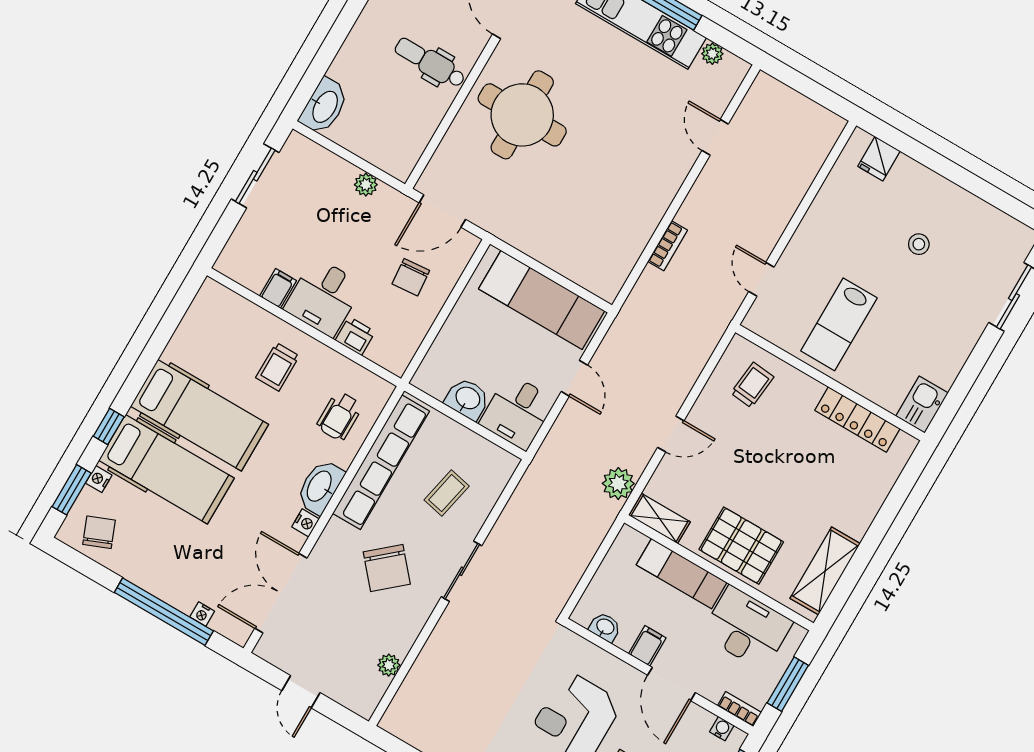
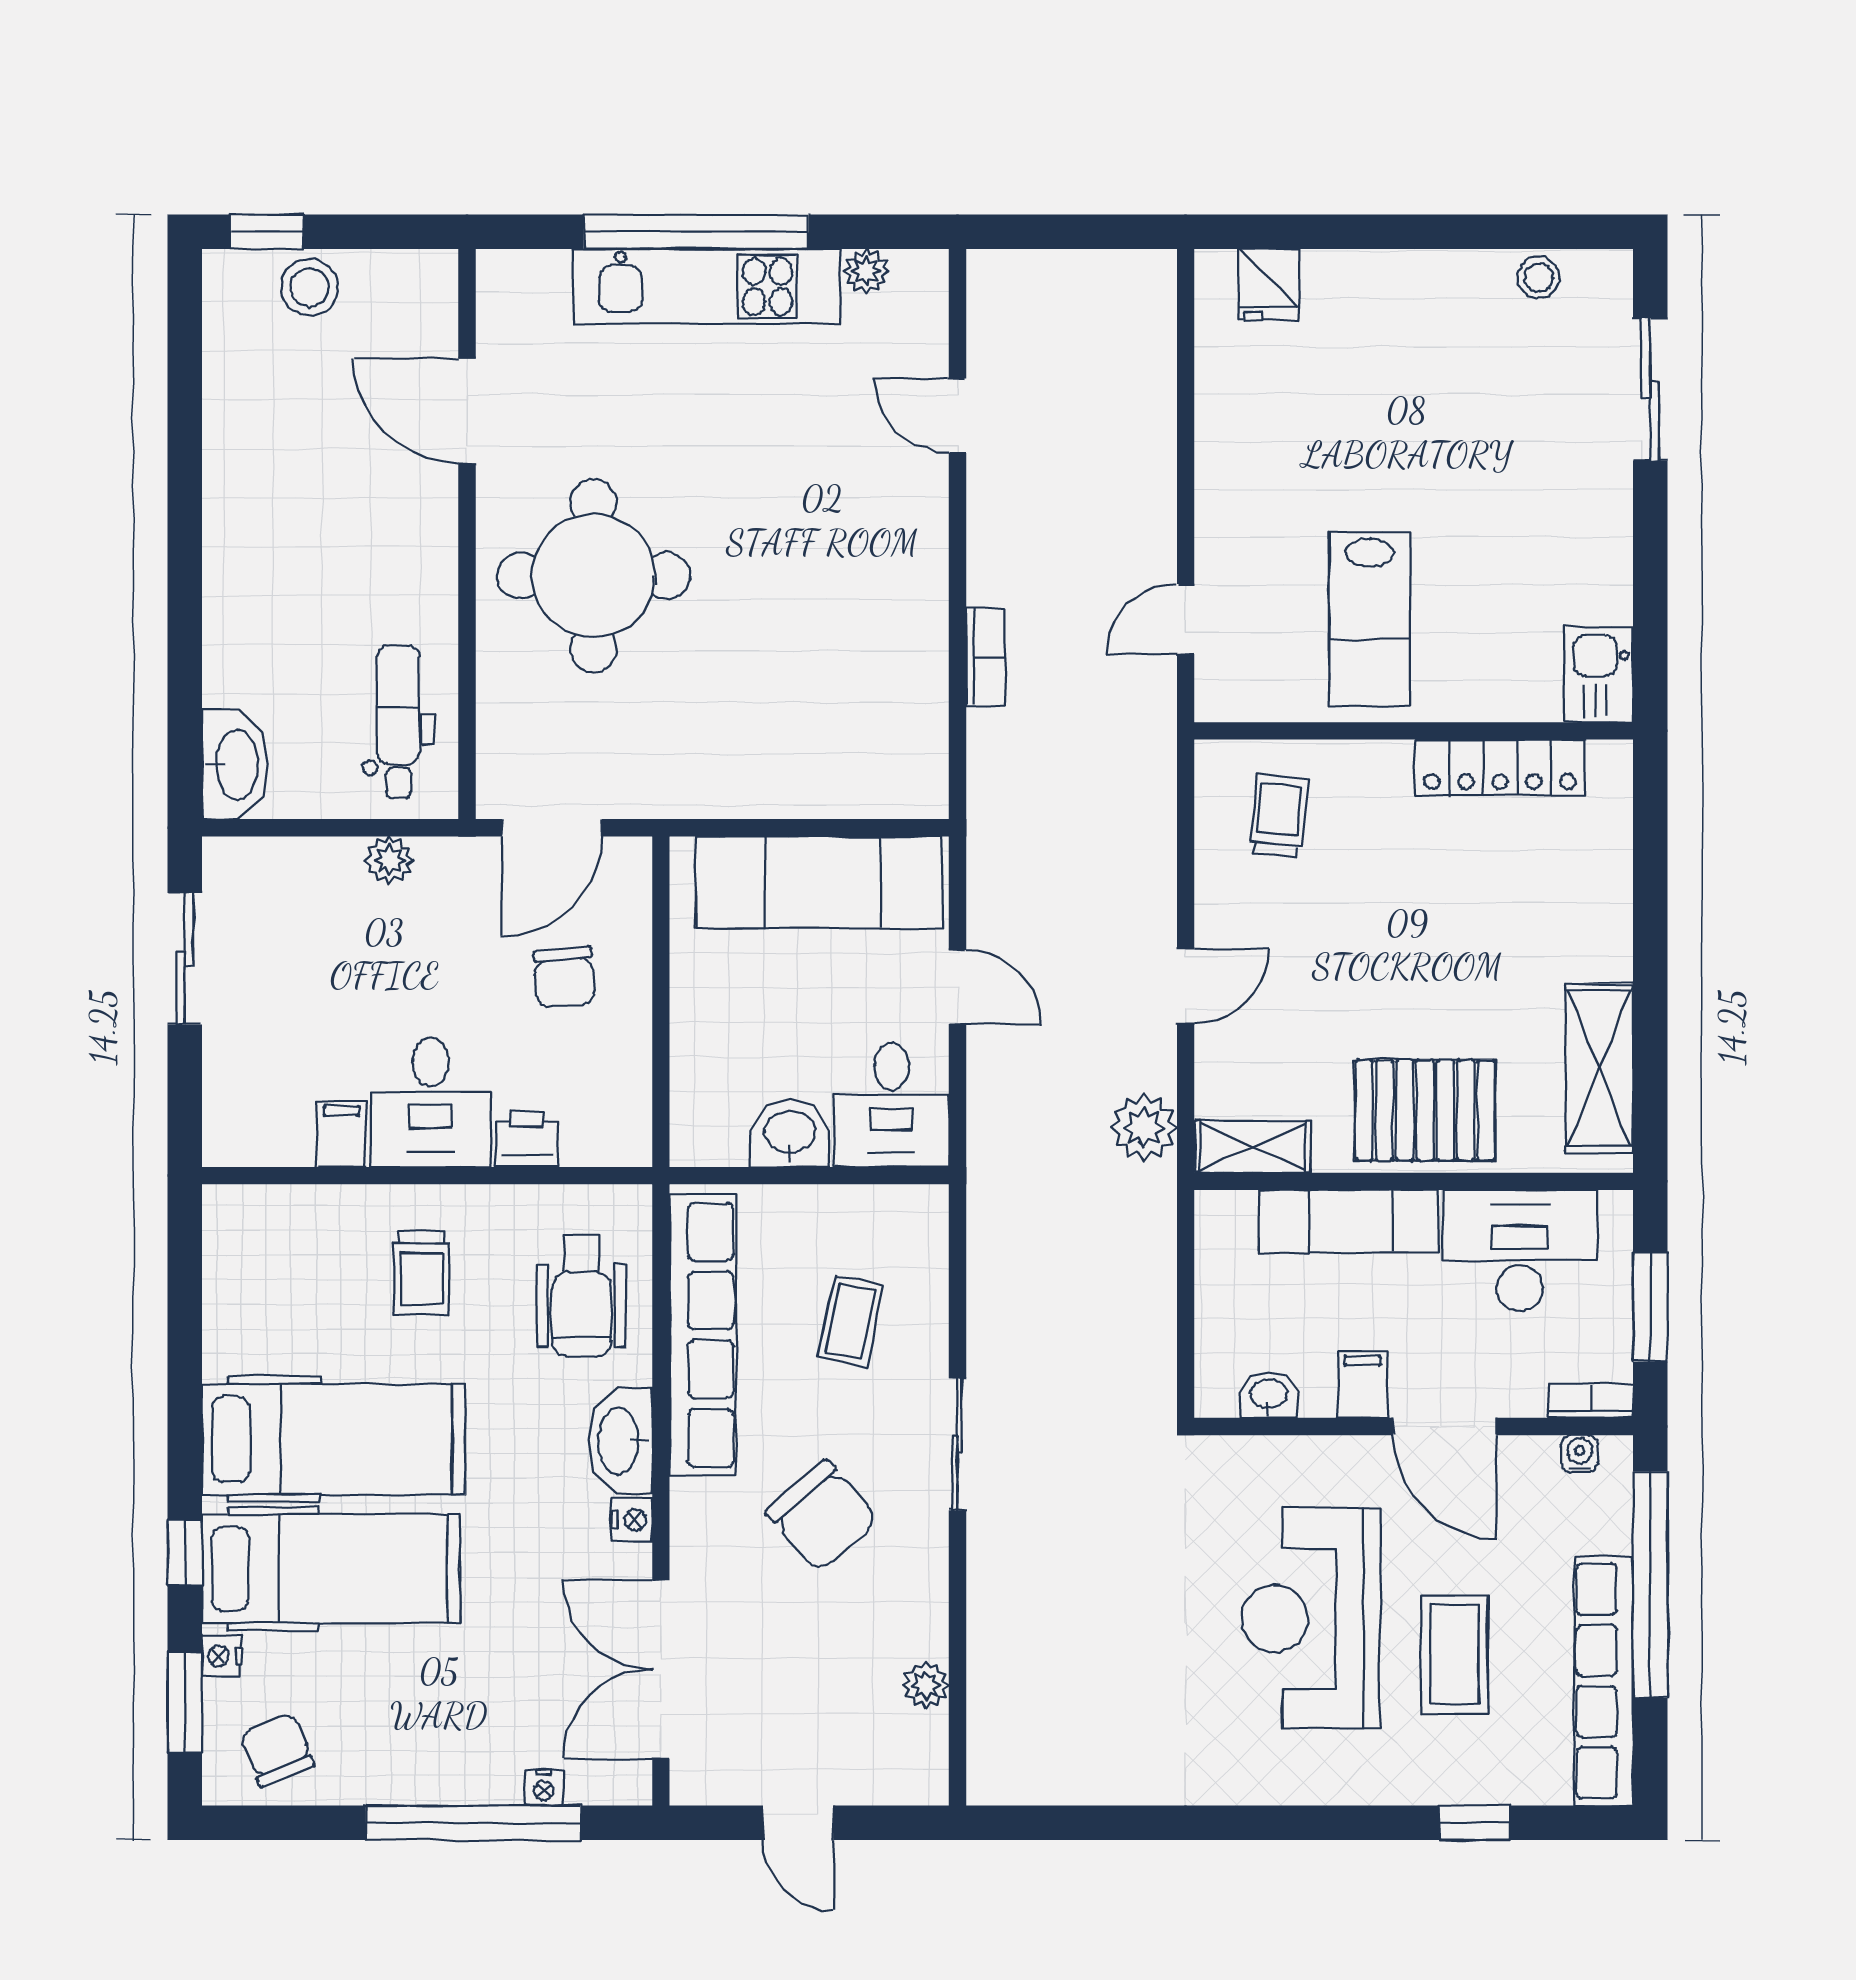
dental chair: (430, 63) -> (398, 722), moved, turned 90
stool: (919, 244) -> (1539, 278), moved
door: (761, 279) -> (1186, 619), hinge flipped
wheelchair: (339, 416) -> (582, 1296), width x1.36, depth x1.37

